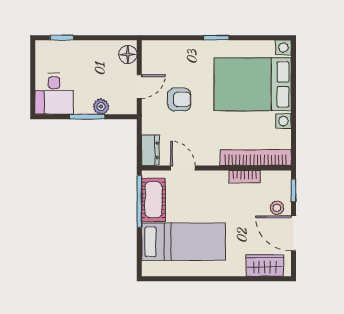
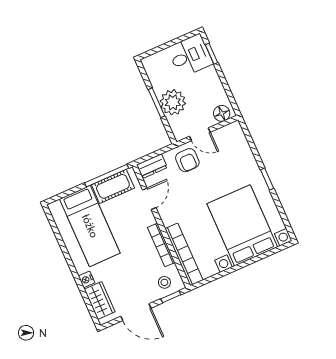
desk: (54, 94) -> (190, 56), moved, turned 180
armchair: (179, 99) -> (187, 160), moved
plant: (101, 107) -> (173, 102), width x1.88, depth x1.88
bookcase: (245, 177) -> (161, 245), width x1.56
stool: (277, 208) -> (164, 282), moved
door: (293, 234) -> (136, 312), swing flipped
nightstand: (237, 269) -> (87, 279), added

